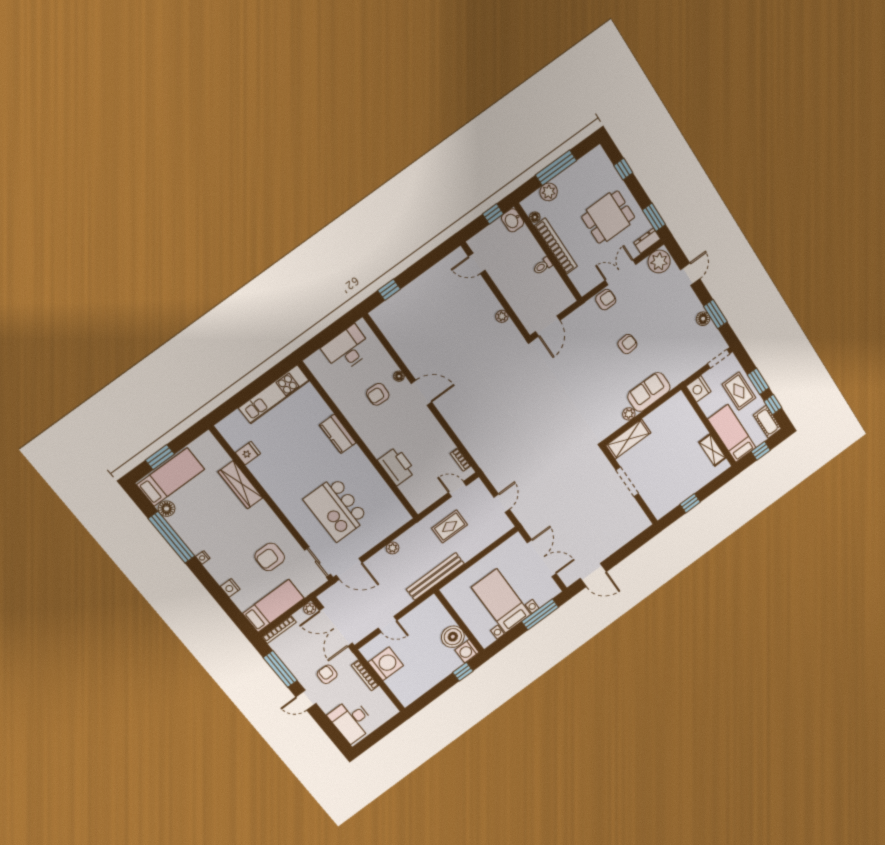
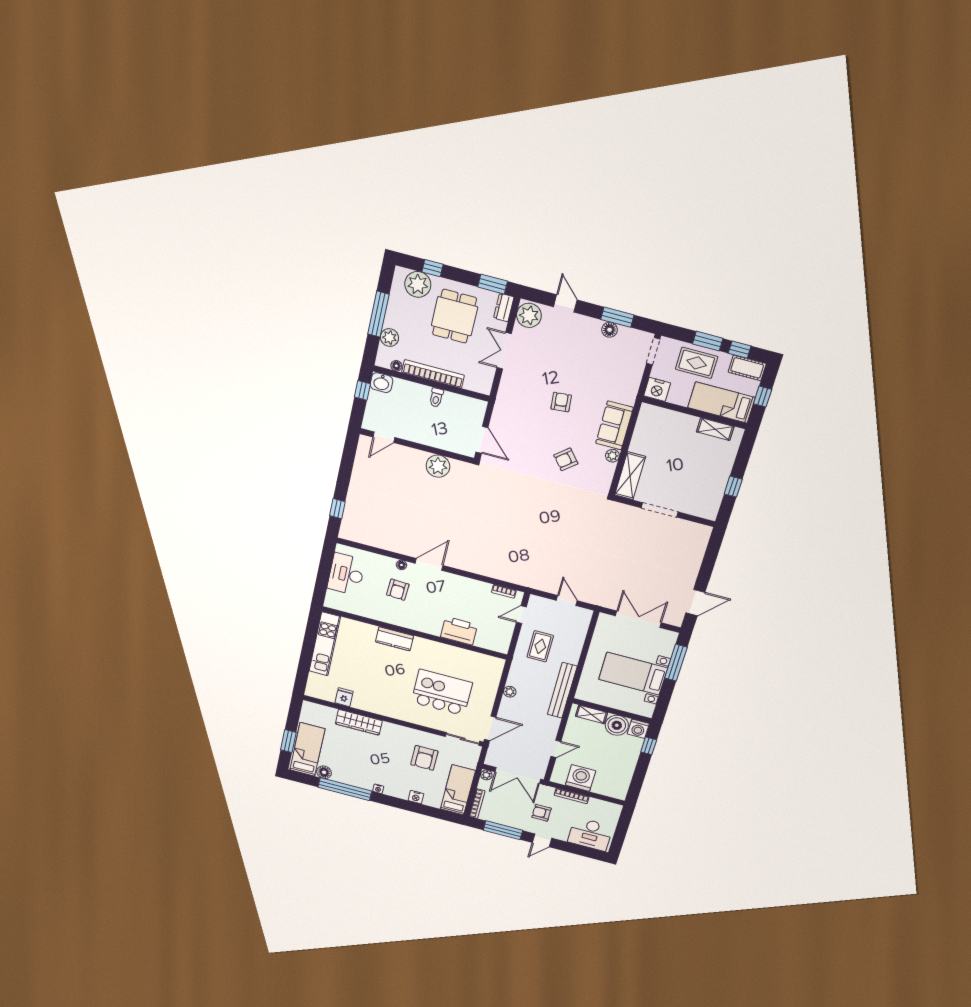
plant: (603, 171) -> (418, 284), added
armchair: (606, 300) -> (566, 459), moved, turned -130
plant: (502, 316) -> (438, 466), width x1.87, depth x1.87
kitchen island: (336, 509) -> (442, 692), turned 180
shelving: (441, 613) -> (592, 714), added

